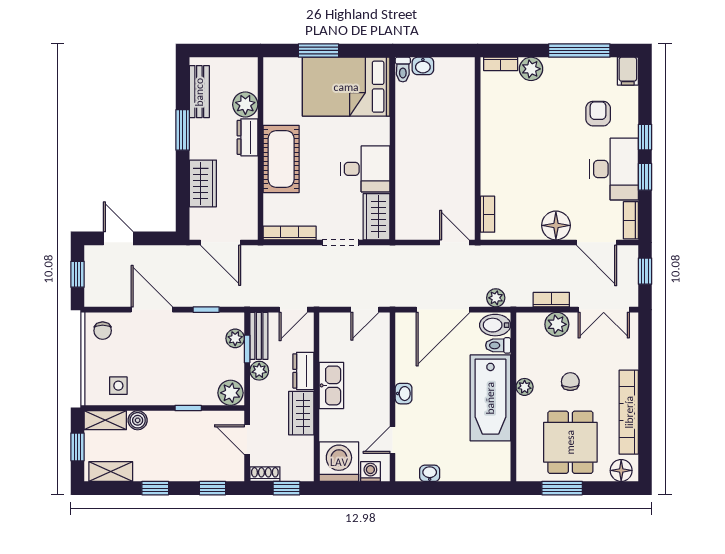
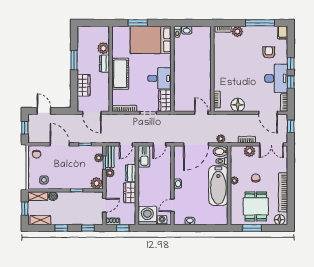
bench: (199, 92) -> (82, 42), removed
floor lamp: (556, 225) -> (238, 105), moved
kitchen sink: (331, 385) -> (144, 156), moved
door: (247, 440) -> (104, 205), swing flipped

